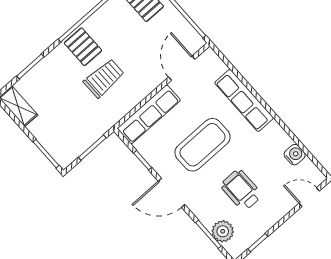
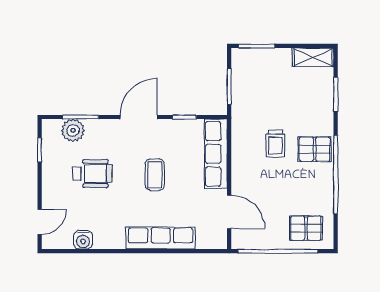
trolley: (104, 78) -> (275, 144), width x0.73, depth x0.72
coffee table: (203, 145) -> (155, 175), width x0.54, depth x0.58

